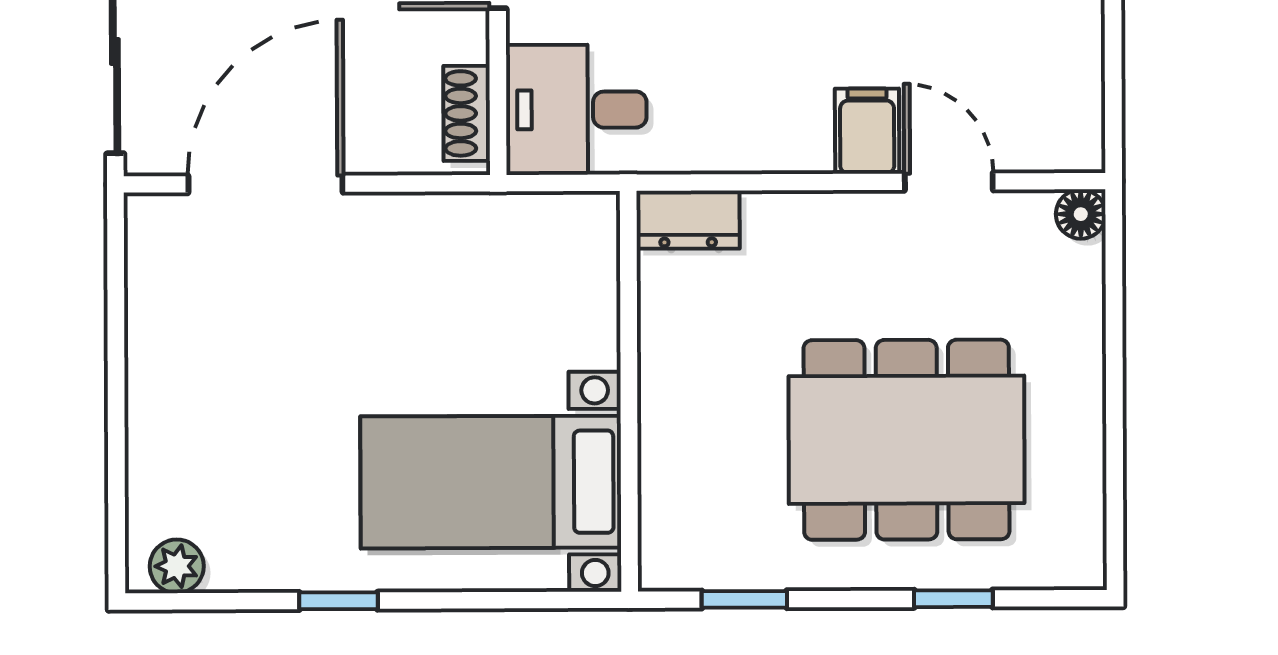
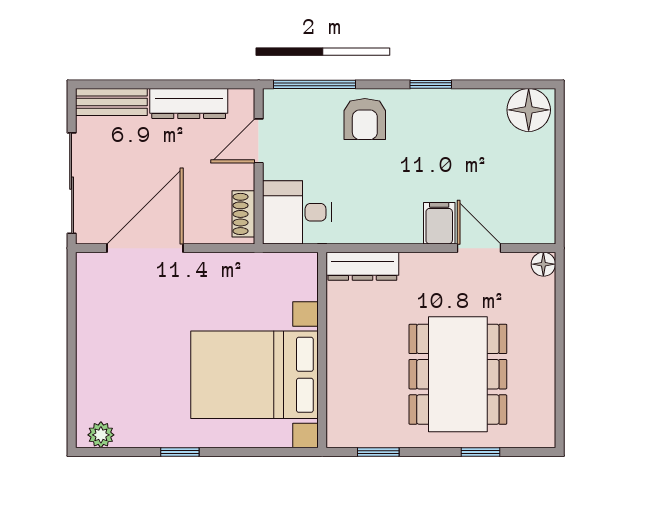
dresser: (688, 220) -> (362, 266), width x1.44
dining table: (907, 440) -> (458, 374), turned 90
bed with nightstands: (491, 482) -> (255, 375), width x1.36

